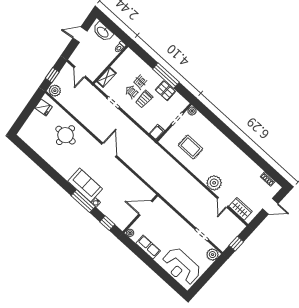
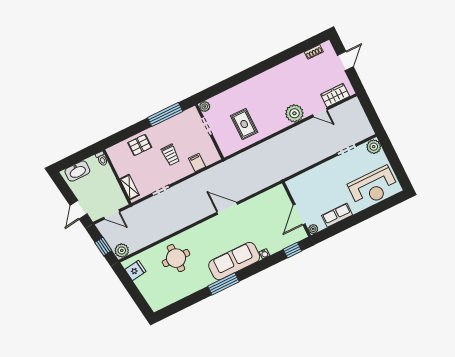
door: (80, 35) -> (79, 210), moved
window: (166, 76) -> (165, 114), moved
pallet: (165, 91) -> (140, 145), moved
filing cabinet: (157, 132) -> (197, 162), moved
rug: (190, 147) -> (244, 124), turned 90
door: (109, 150) -> (227, 208), moved
sofa: (85, 185) -> (234, 261), width x1.36
window: (83, 201) -> (223, 284), moved
door: (145, 208) -> (299, 215), moved
window: (236, 244) -> (372, 115), removed

